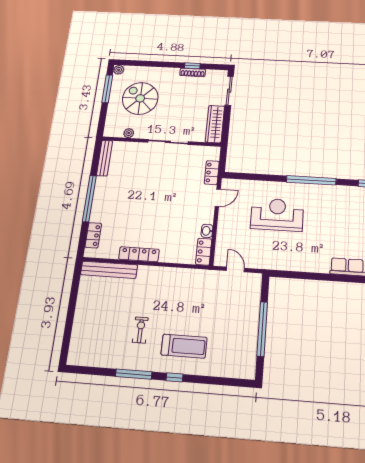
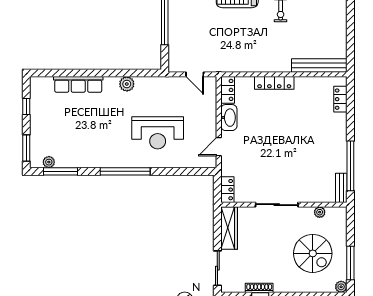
bench: (105, 158) -> (341, 188), width x0.73
locker: (212, 173) -> (227, 190), moved
window: (89, 199) -> (350, 166), moved
washbasin: (207, 231) -> (229, 118), width x1.91, depth x1.45
locker: (139, 254) -> (274, 83), moved
plant: (306, 265) -> (127, 84), added

